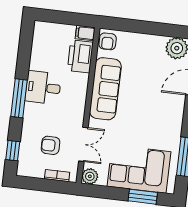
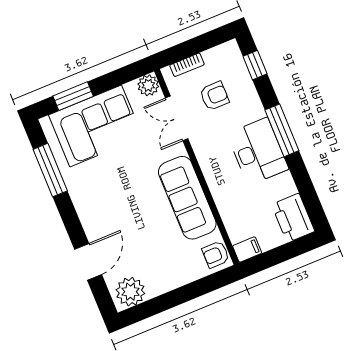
armchair: (108, 41) -> (216, 254), turned -90
printer: (80, 56) -> (293, 218), moved, turned 180
desk: (43, 88) -> (258, 151), width x1.37

